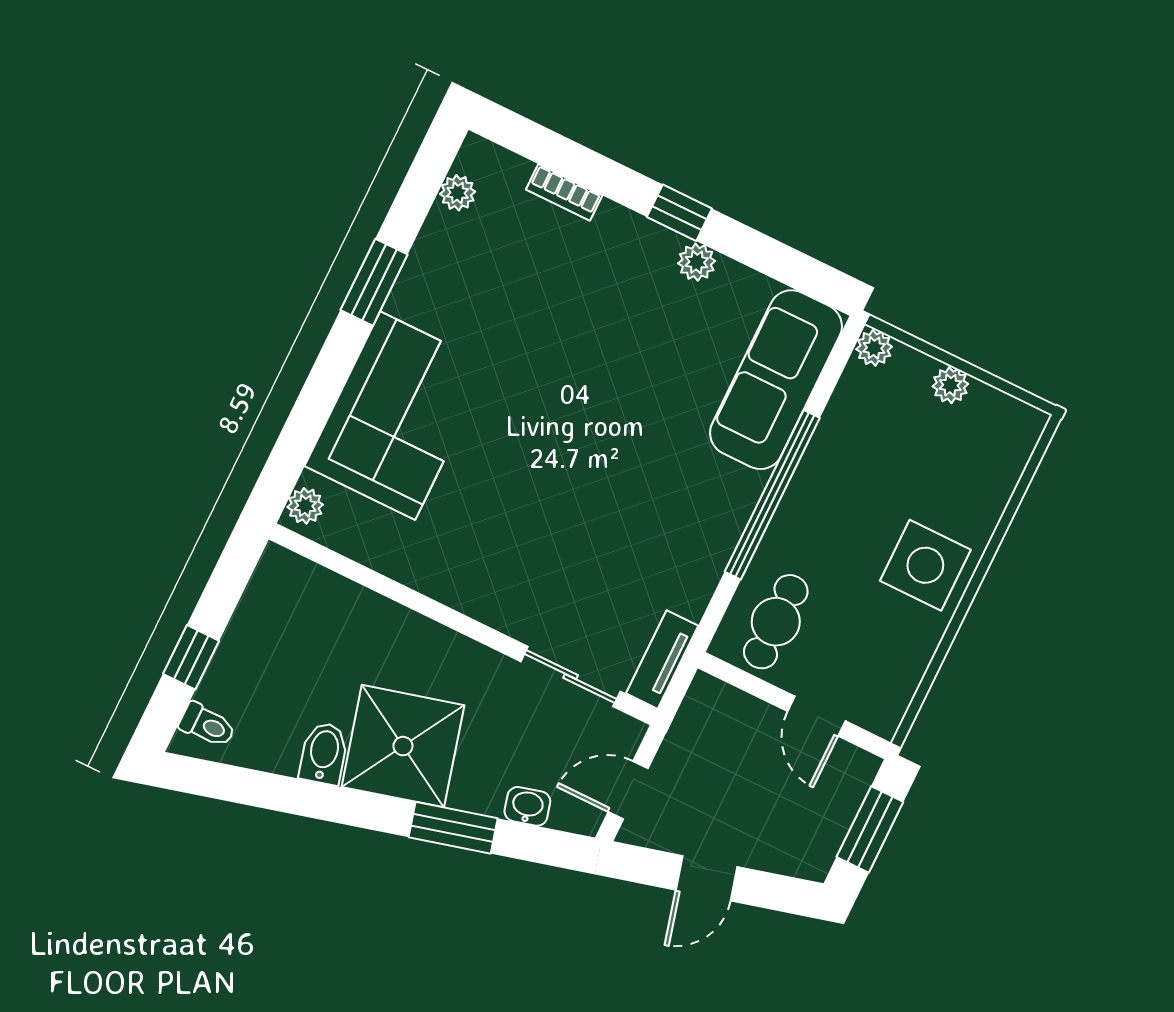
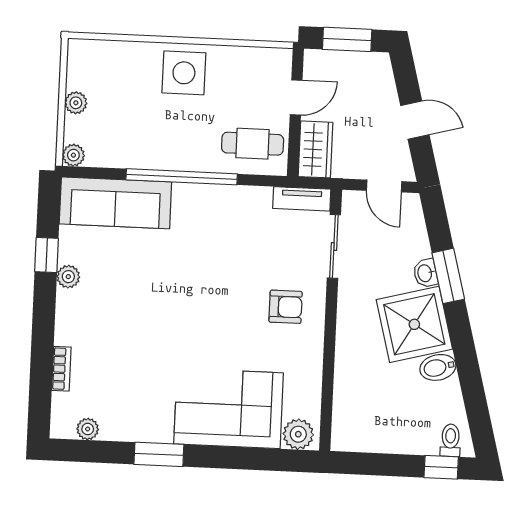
window: (679, 213) -> (47, 255), moved
plant: (305, 506) -> (298, 434), width x1.38, depth x1.38
armchair: (512, 566) -> (286, 307), added
window: (191, 657) -> (441, 467), moved
wardrobe: (727, 712) -> (315, 149), added
washbasin: (527, 806) -> (425, 273), moved

